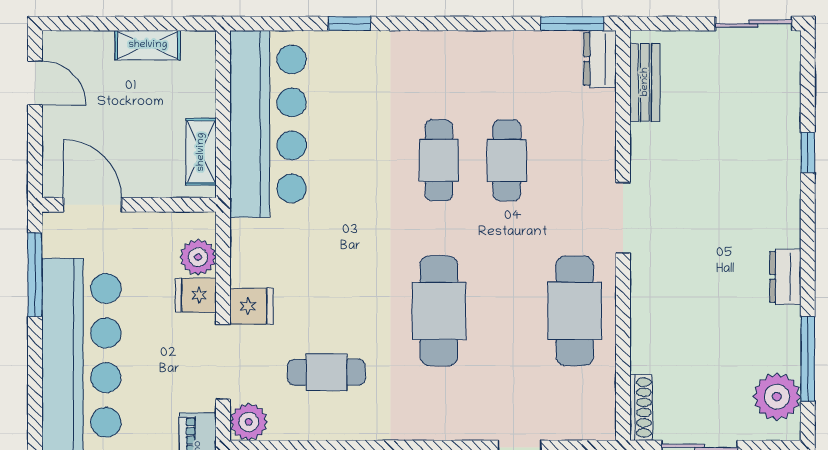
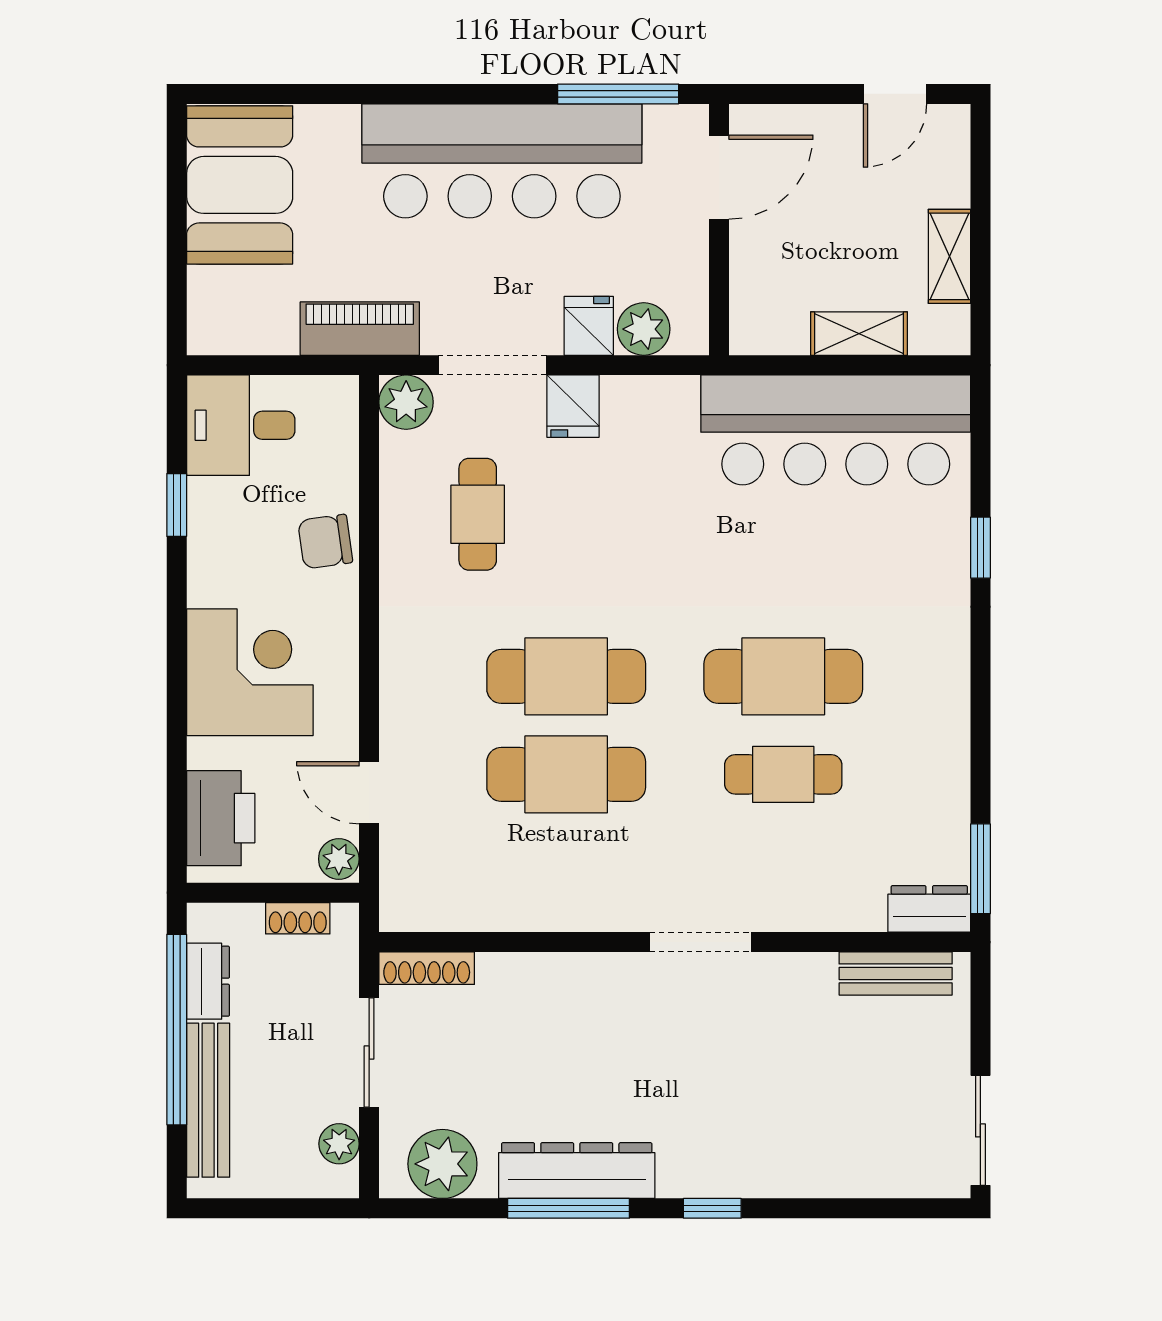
shelving: (201, 152) -> (859, 334), moved
window: (808, 152) -> (712, 1208), moved
cafe table: (439, 160) -> (783, 676), width x1.37, depth x1.35
dresser: (785, 277) -> (577, 1171), width x1.96, depth x1.24
cafe table: (575, 311) -> (566, 774), moved
window: (808, 359) -> (568, 1208), moved

